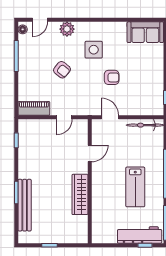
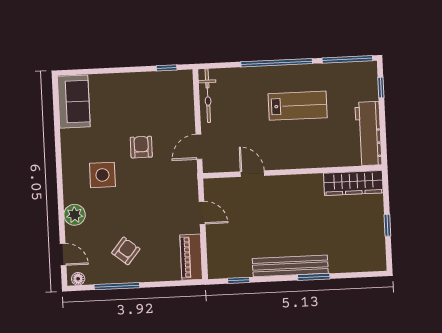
armchair: (62, 70) -> (126, 251), moved
wardrobe: (80, 194) -> (353, 183), moved
bench: (25, 205) -> (290, 266), moved
workbench: (140, 235) -> (368, 134), moved

